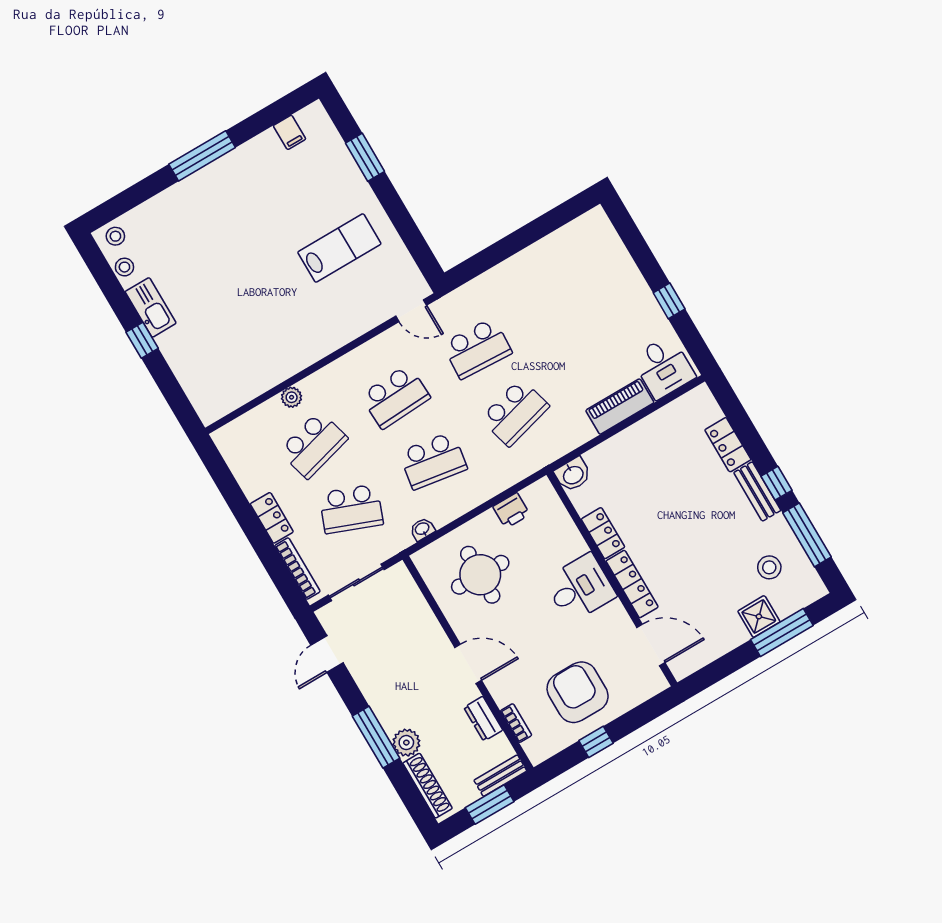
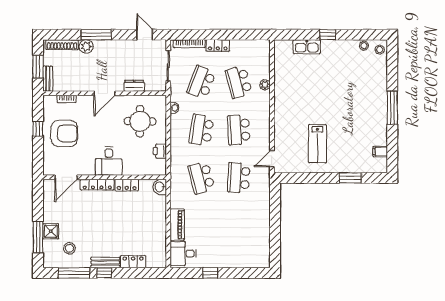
kitchen sink: (151, 307) -> (307, 47), moved
dresser: (483, 719) -> (134, 86), moved

